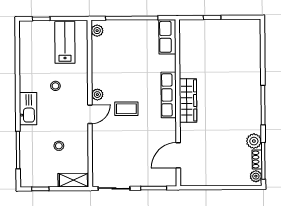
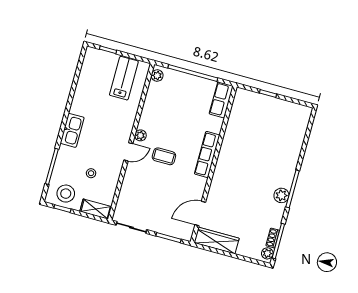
stool: (55, 86) -> (66, 194), moved, width x1.89, depth x1.89
wardrobe: (188, 101) -> (217, 241), moved, turned -90
plant: (254, 141) -> (281, 195), moved

